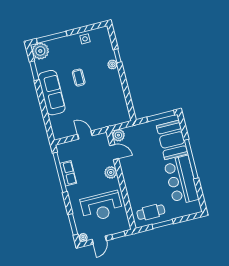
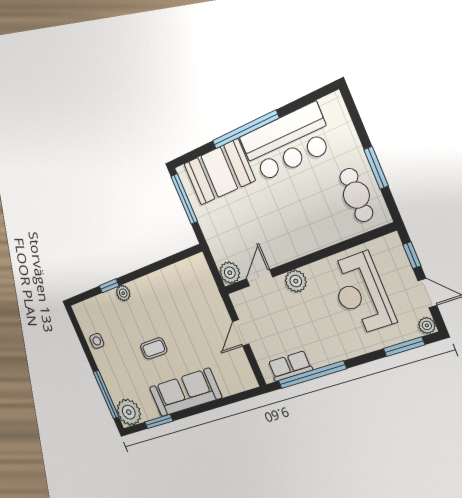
row of seats: (68, 173) -> (290, 366), moved
reception desk: (101, 206) -> (361, 294), turned 180

